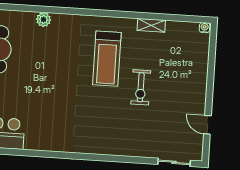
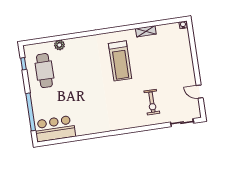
plant: (44, 20) -> (59, 45), moved
exercise bike: (141, 87) -> (152, 102), moved

